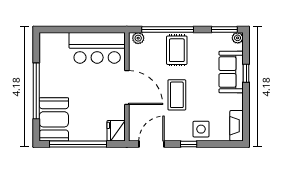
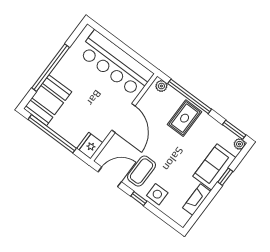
bar counter: (97, 48) -> (116, 64), width x1.36
coffee table: (177, 95) -> (141, 171), moved
fireplace: (237, 126) -> (197, 200), moved

